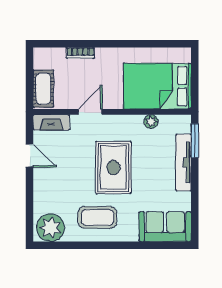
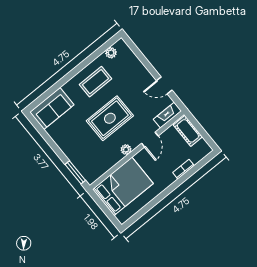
plant: (151, 122) -> (126, 150), moved
tv unit: (184, 162) -> (72, 154), removed
rug: (113, 168) -> (110, 118), turned 90
plant: (51, 228) -> (111, 53), width x0.53, depth x0.53

